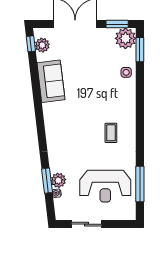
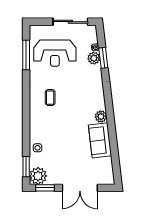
window: (31, 44) -> (117, 172), removed
plant: (42, 45) -> (101, 117), moved
reception desk: (105, 186) -> (55, 53), turned 180
sliding door: (87, 224) -> (70, 22), width x1.37

